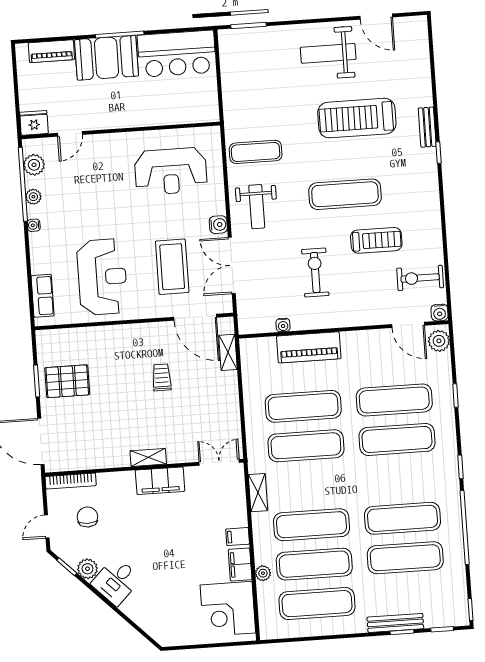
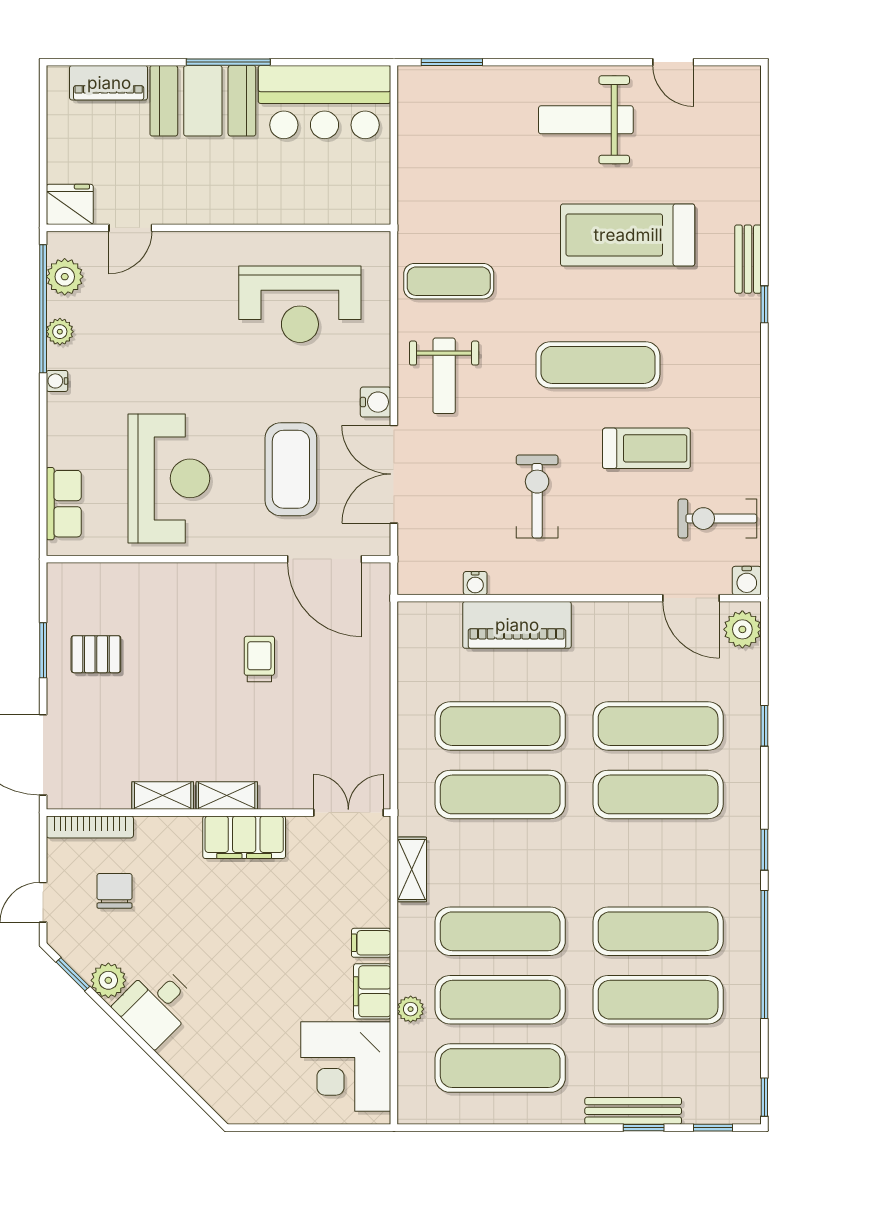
door: (376, 17) -> (673, 62), width x0.73
shelving: (228, 352) -> (163, 795), moved, turned 90
pallet: (67, 381) -> (96, 654), width x0.67, depth x0.71

